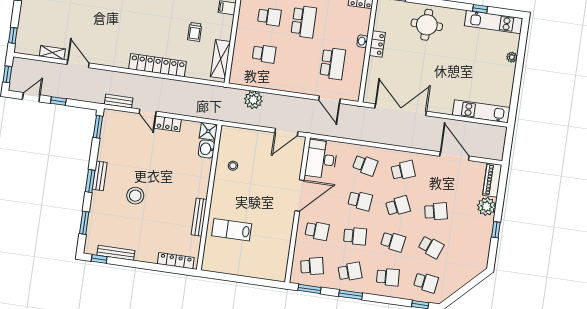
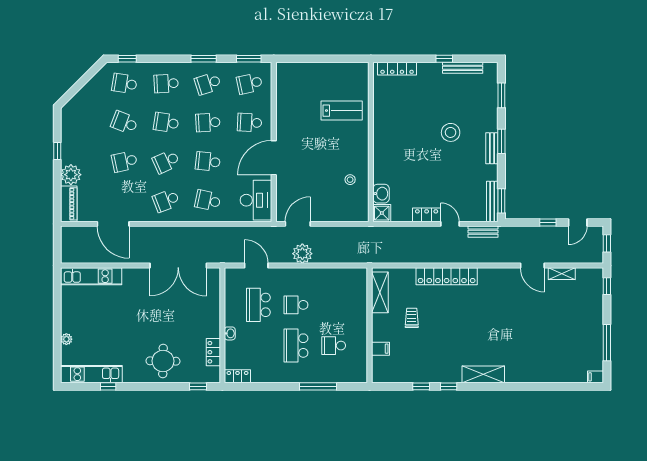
locker: (377, 44) -> (213, 352), moved
school desk: (264, 54) -> (296, 305), moved
plant: (253, 100) -> (302, 254), moved
bench: (199, 217) -> (492, 201), moved
window: (99, 259) -> (444, 59), moved

